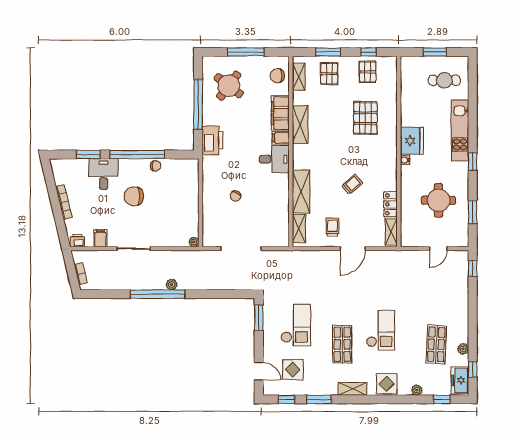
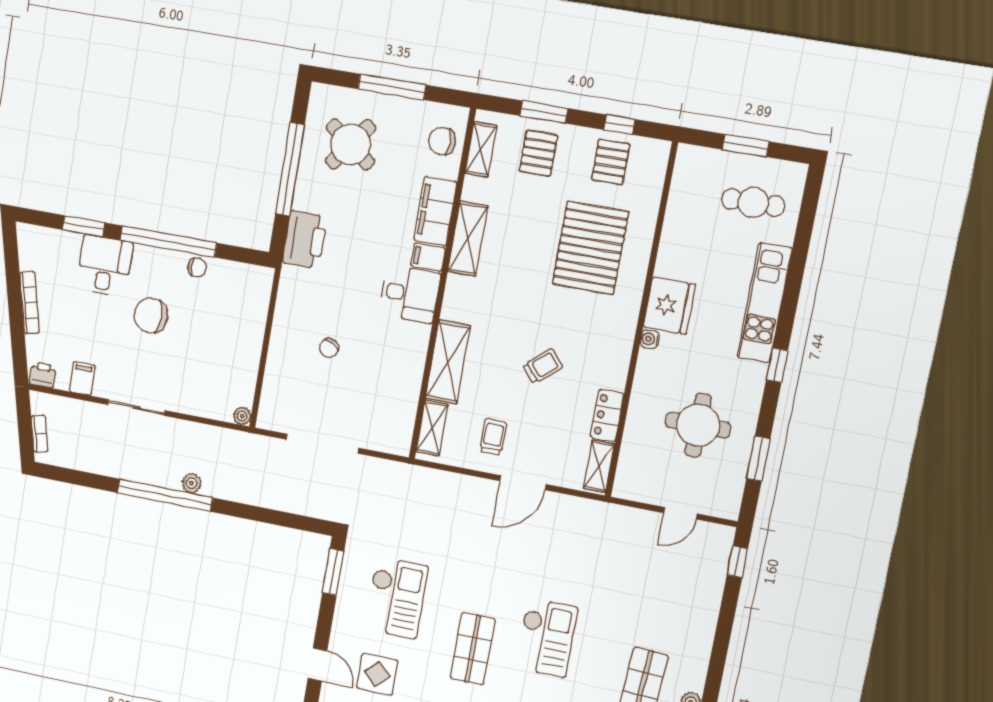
pallet: (365, 118) -> (590, 248), width x1.37, depth x1.41

